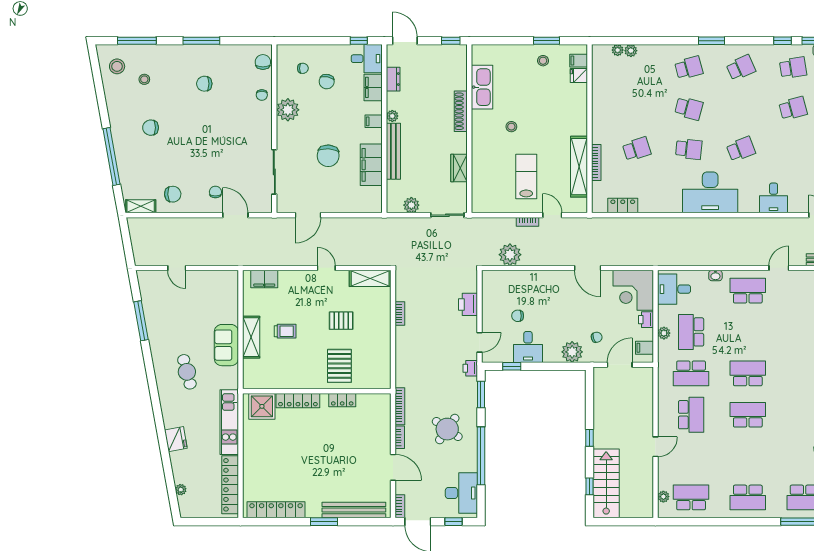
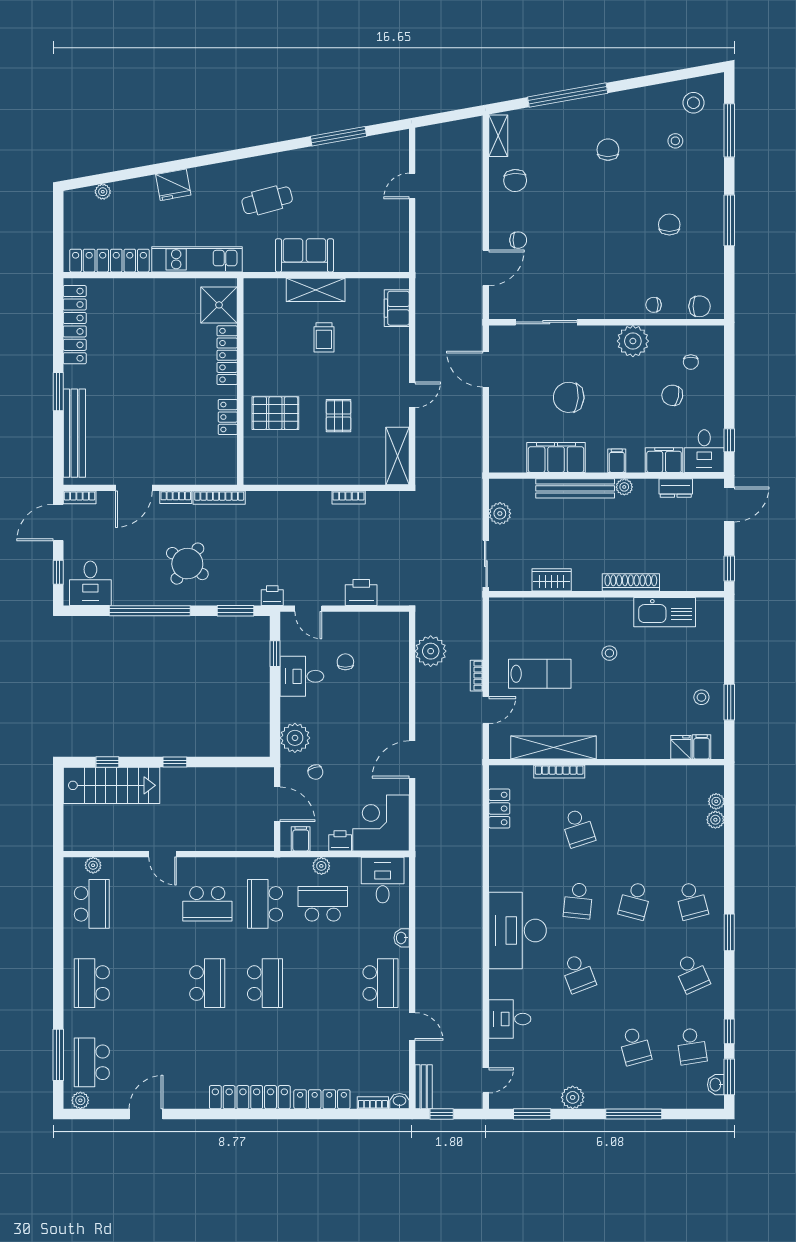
desk: (461, 493) -> (90, 583), width x0.73

